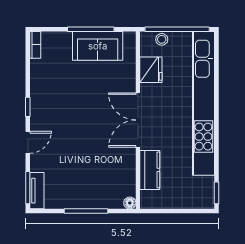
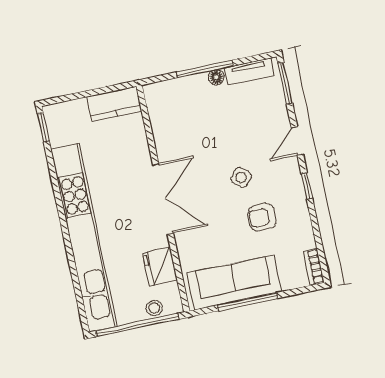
sofa: (98, 46) -> (234, 283), width x1.36
armchair: (66, 91) -> (262, 217), added
side table: (76, 124) -> (241, 177), added
kitchen counter: (150, 170) -> (114, 104), moved, turned -90
tv unit: (37, 191) -> (249, 72), moved, turned -90
floor lamp: (130, 203) -> (216, 77), moved

